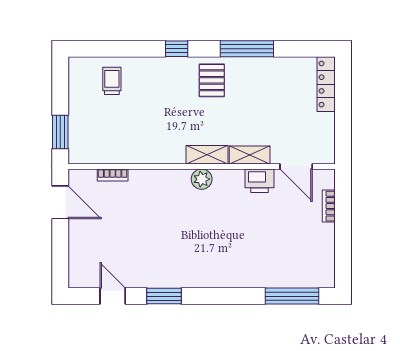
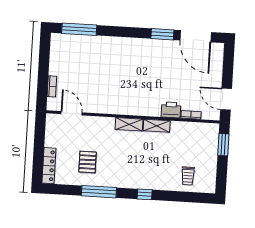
pallet: (212, 80) -> (87, 162), moved
shelving: (250, 155) -> (157, 126), moved
plant: (202, 179) -> (133, 109), removed
printer: (260, 181) -> (171, 110), moved
door: (113, 296) -> (196, 36), width x1.88

